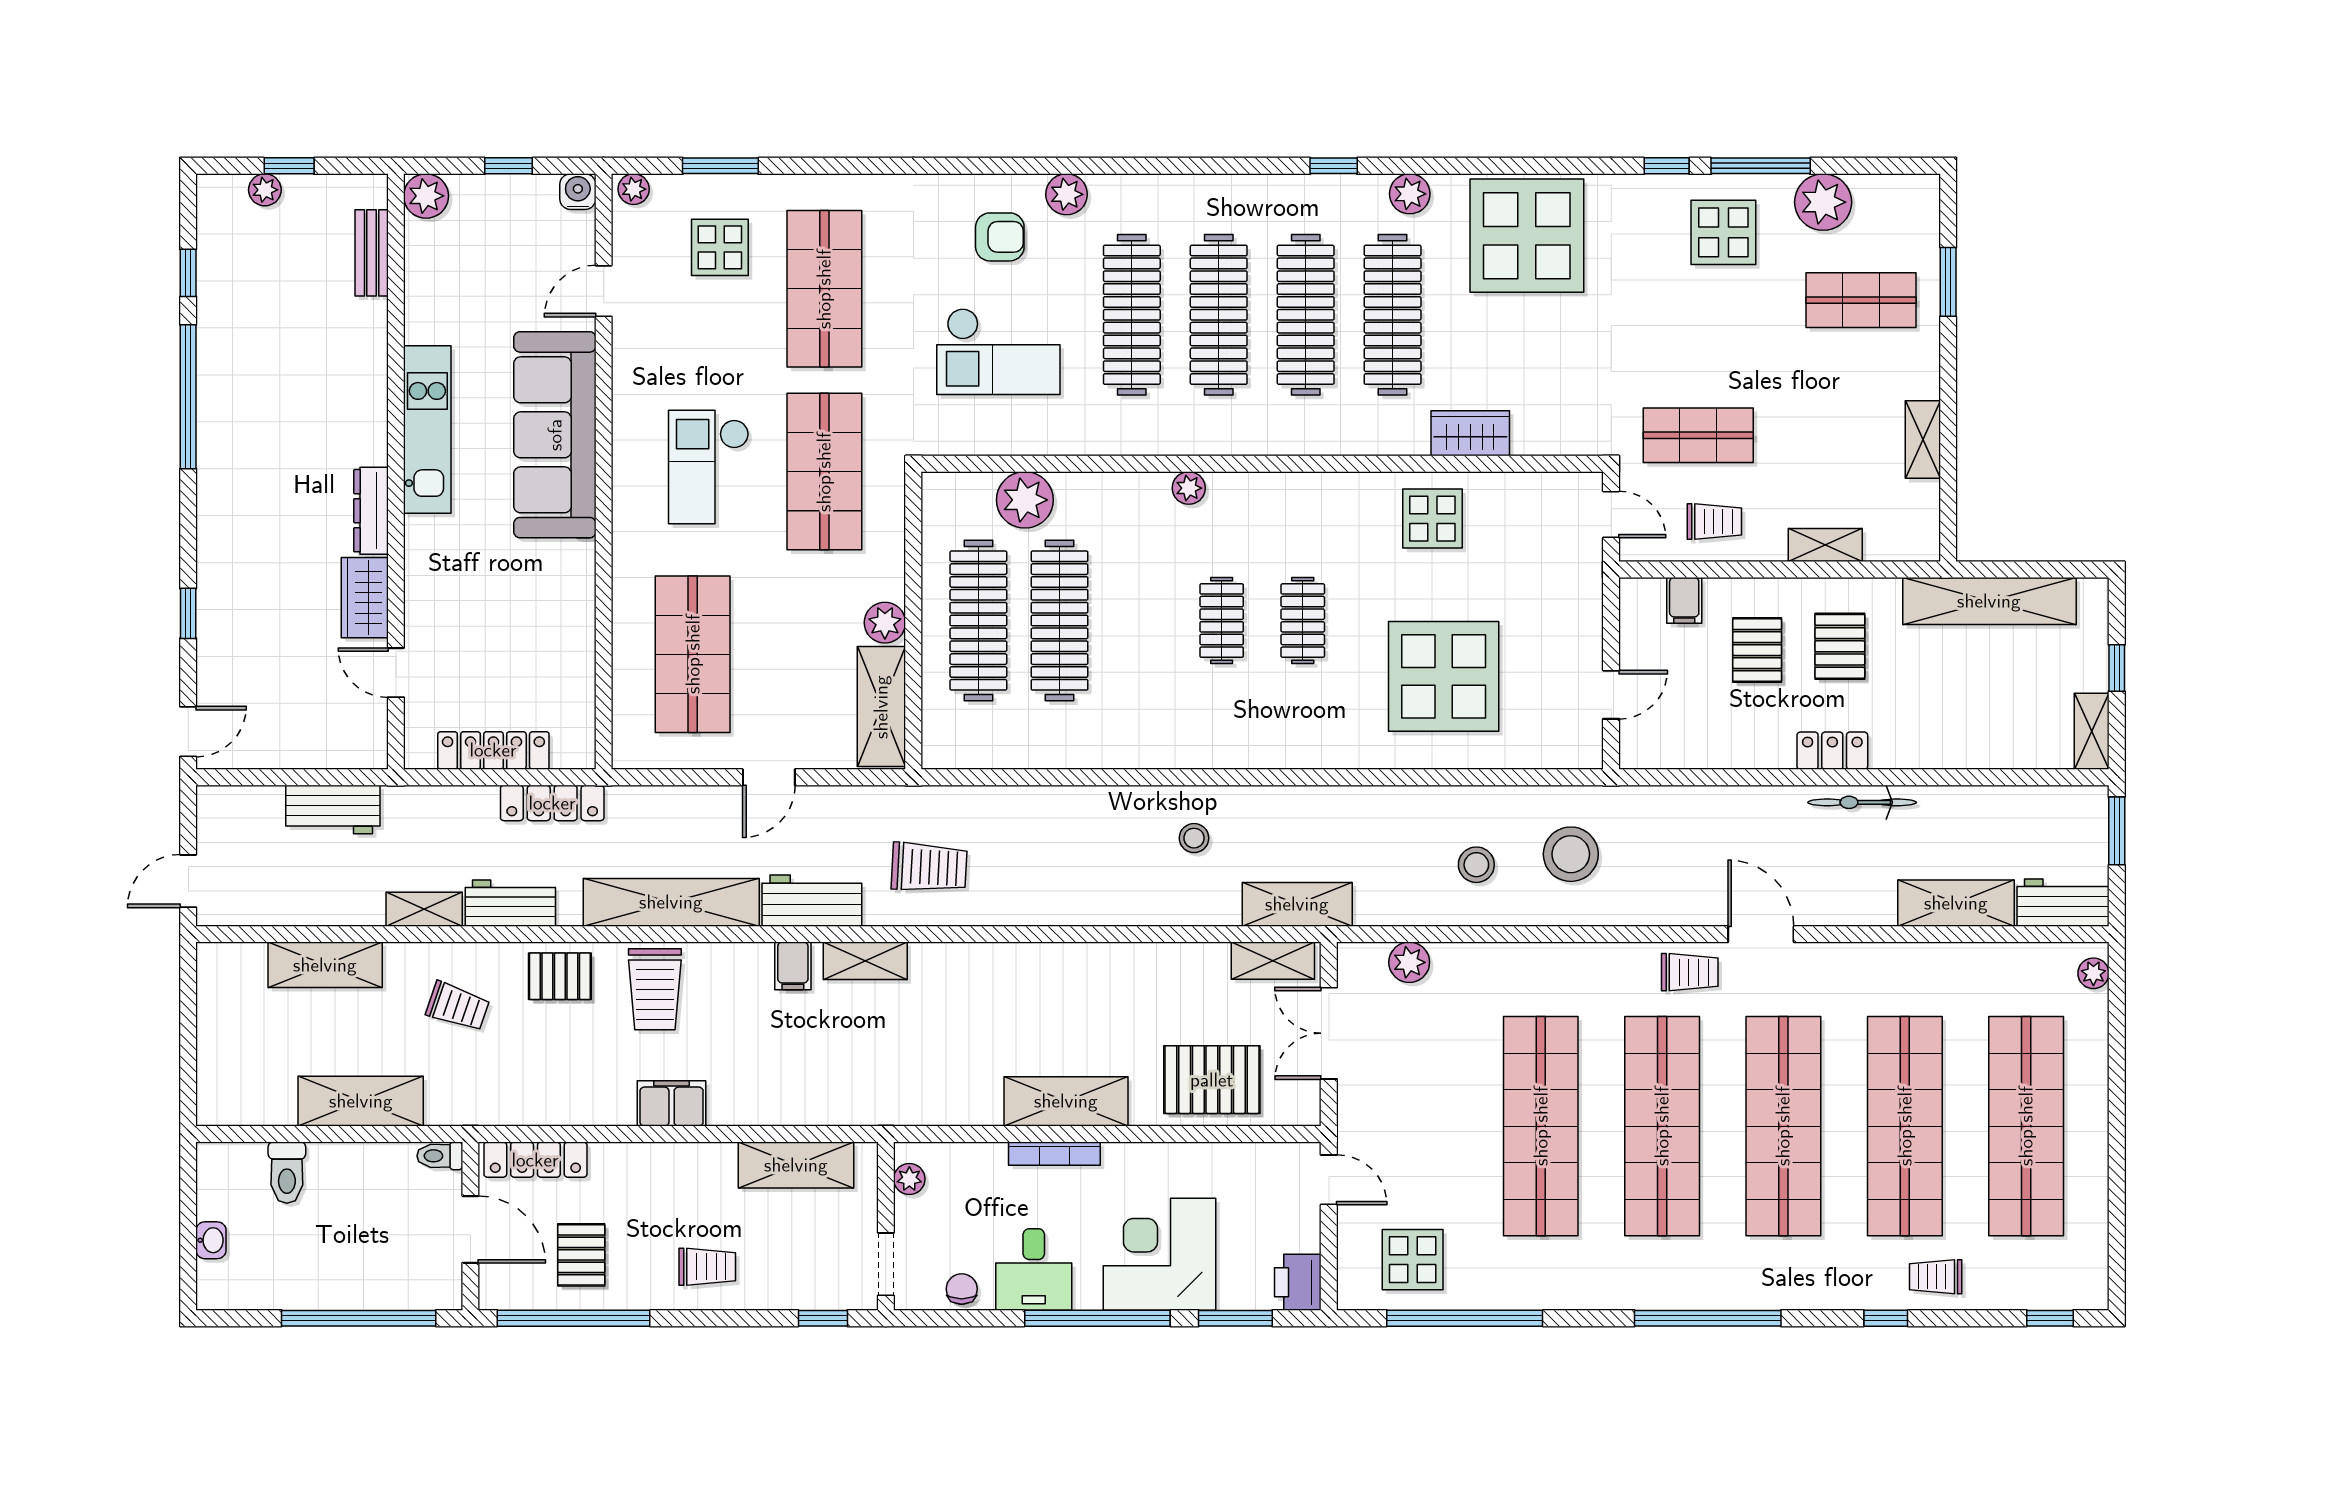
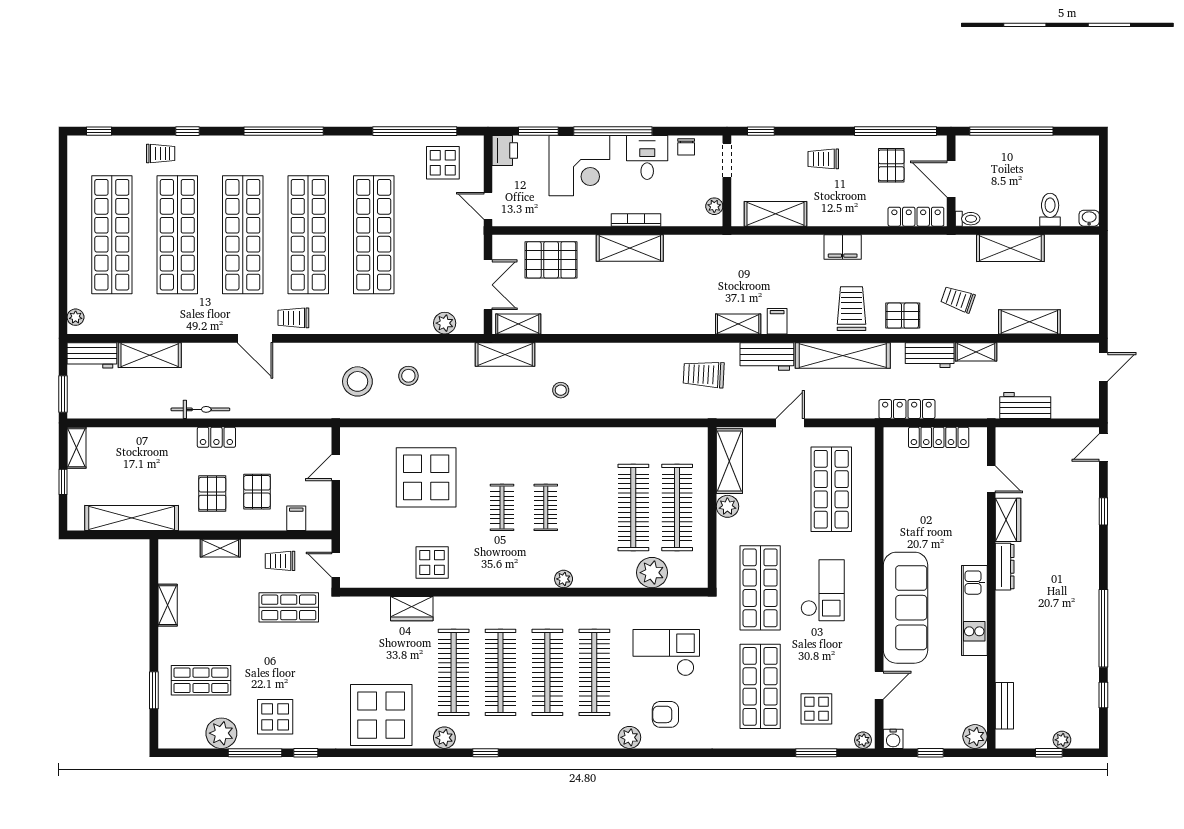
washbasin: (211, 1240) -> (1089, 218), moved, turned 90

